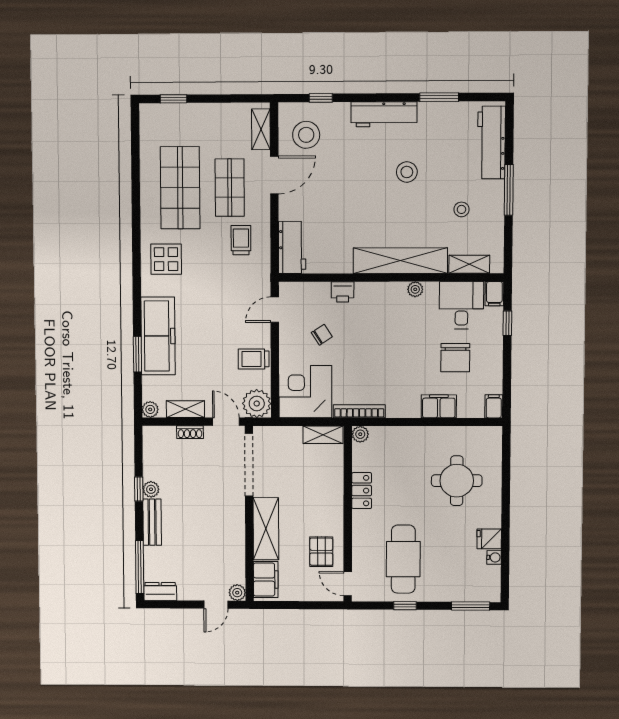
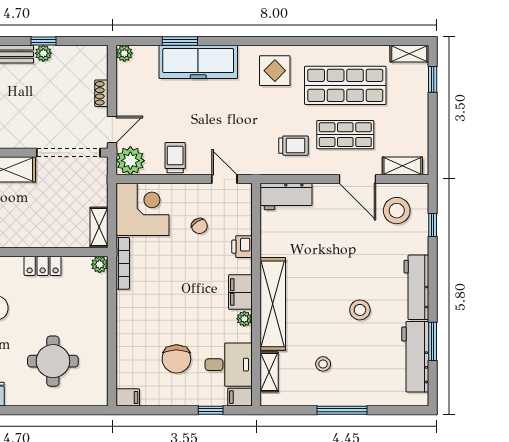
workbench: (491, 143) -> (415, 357), moved, turned -90
chair: (455, 358) -> (176, 359), turned -90
filing cabinet: (439, 406) -> (240, 292), moved, turned 180
shelving: (185, 409) -> (409, 54), moved, turned 90

